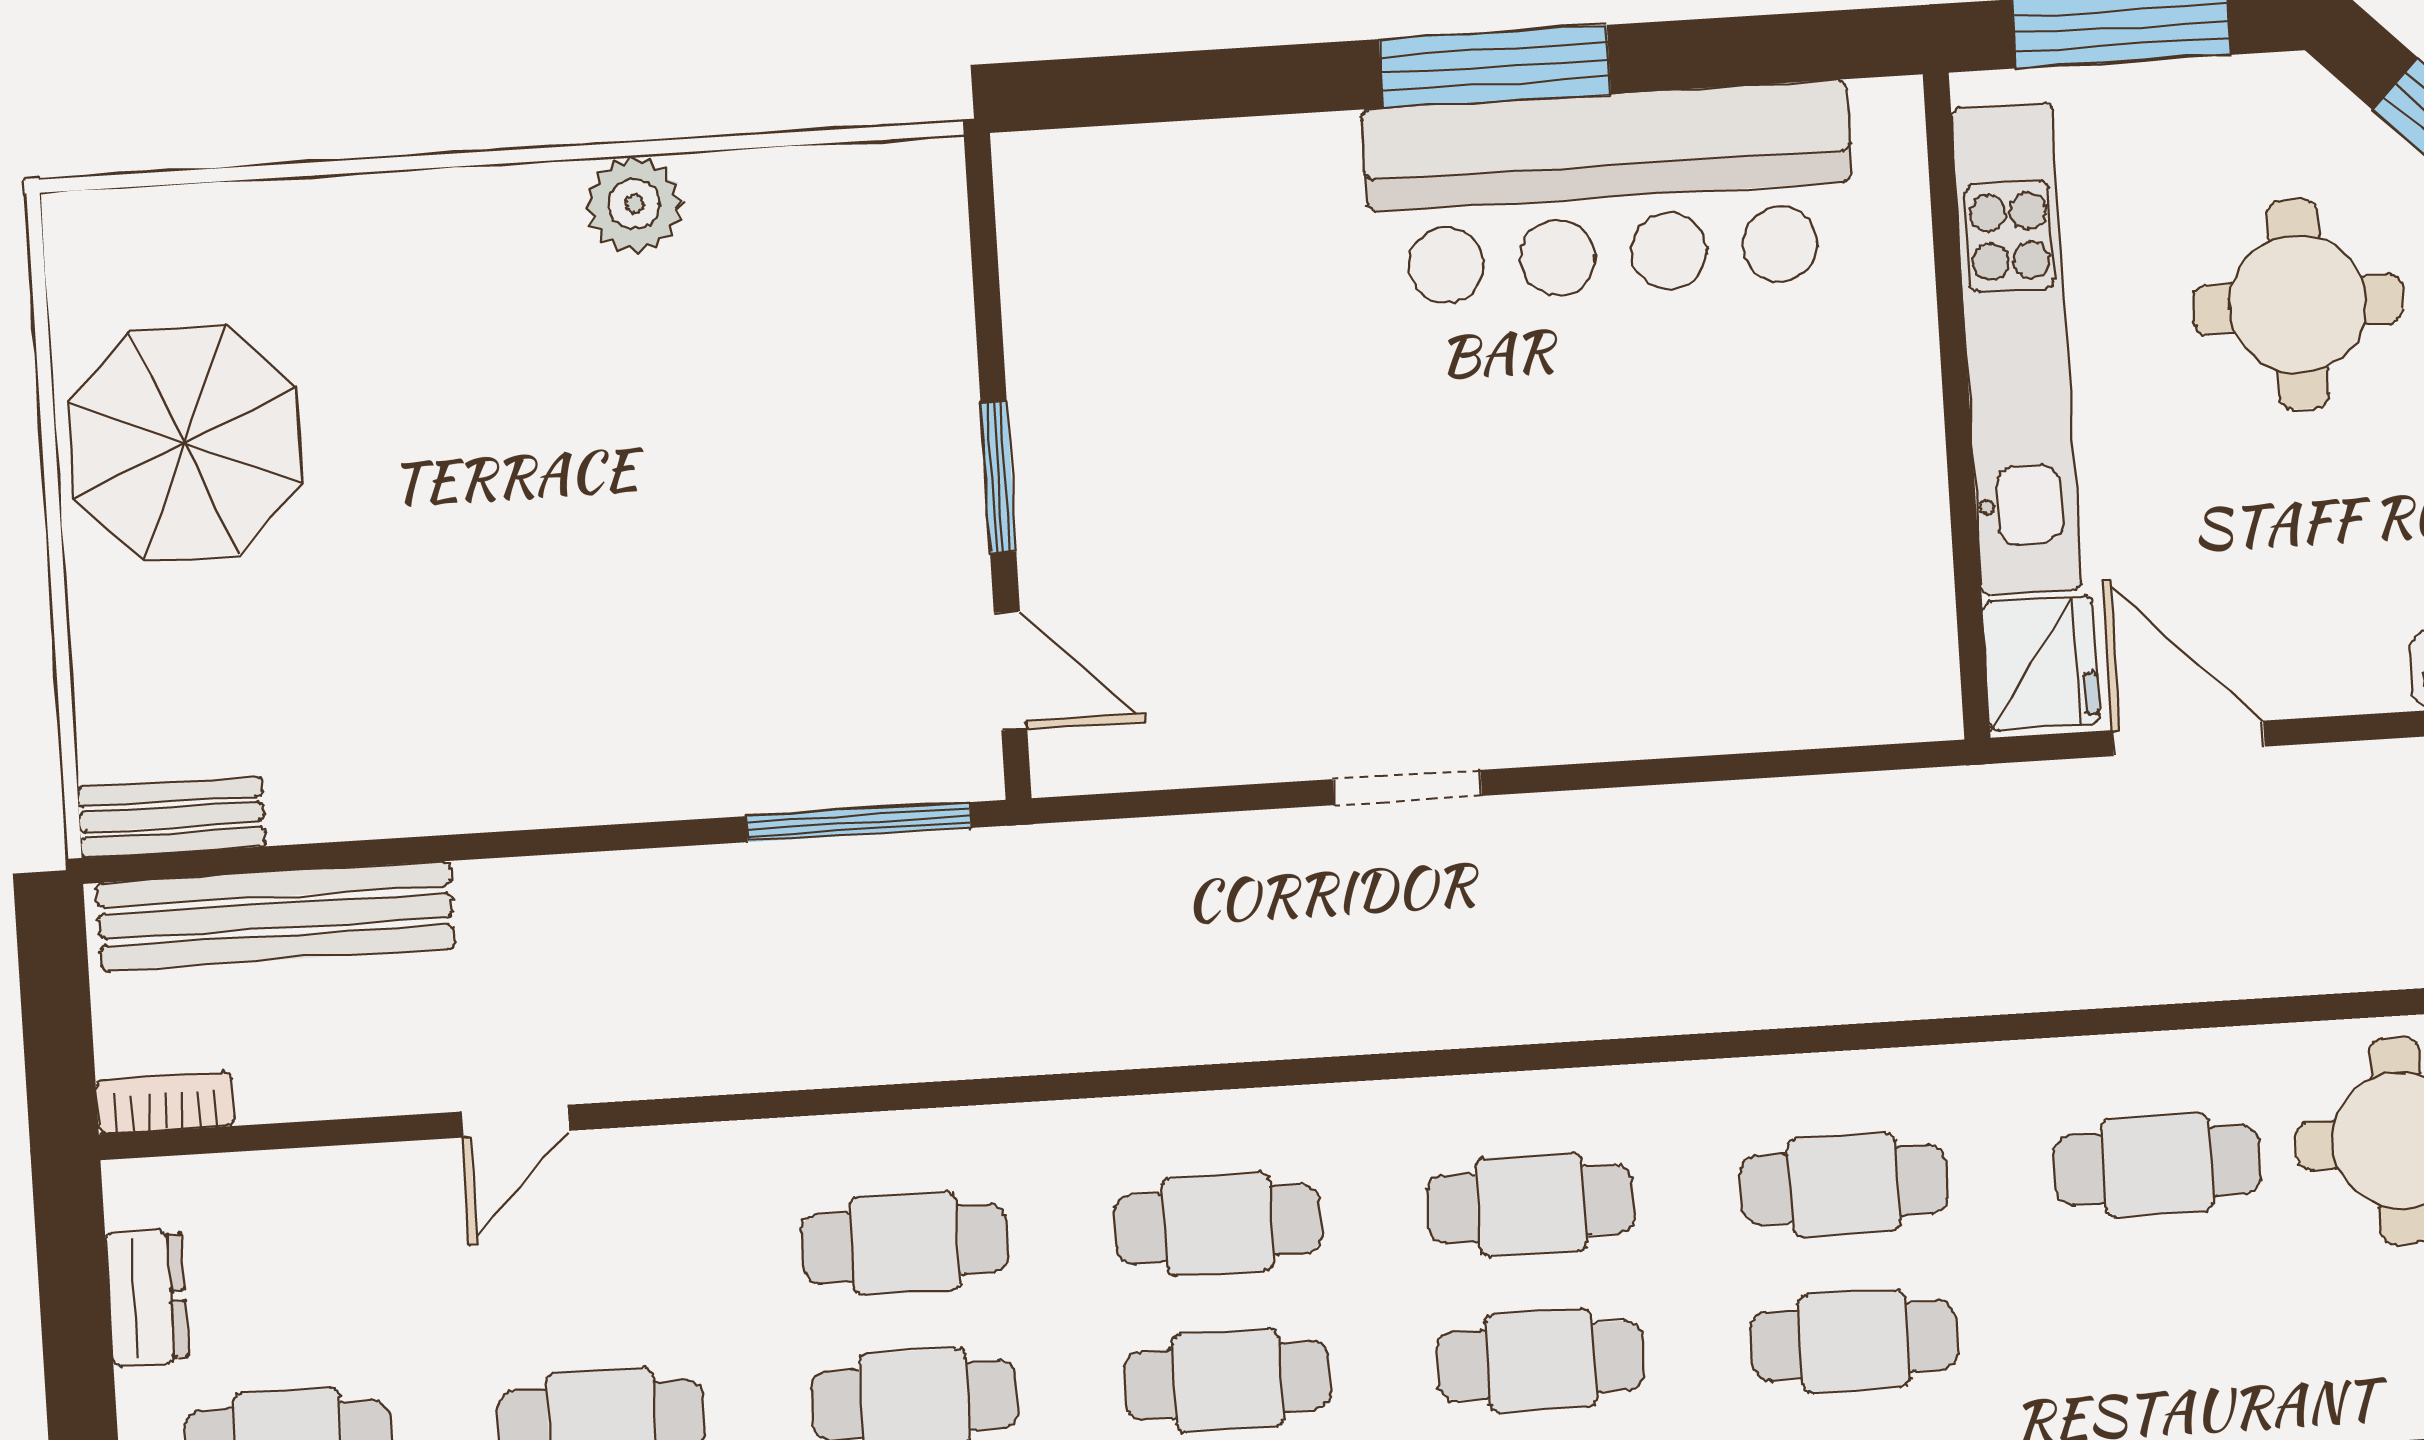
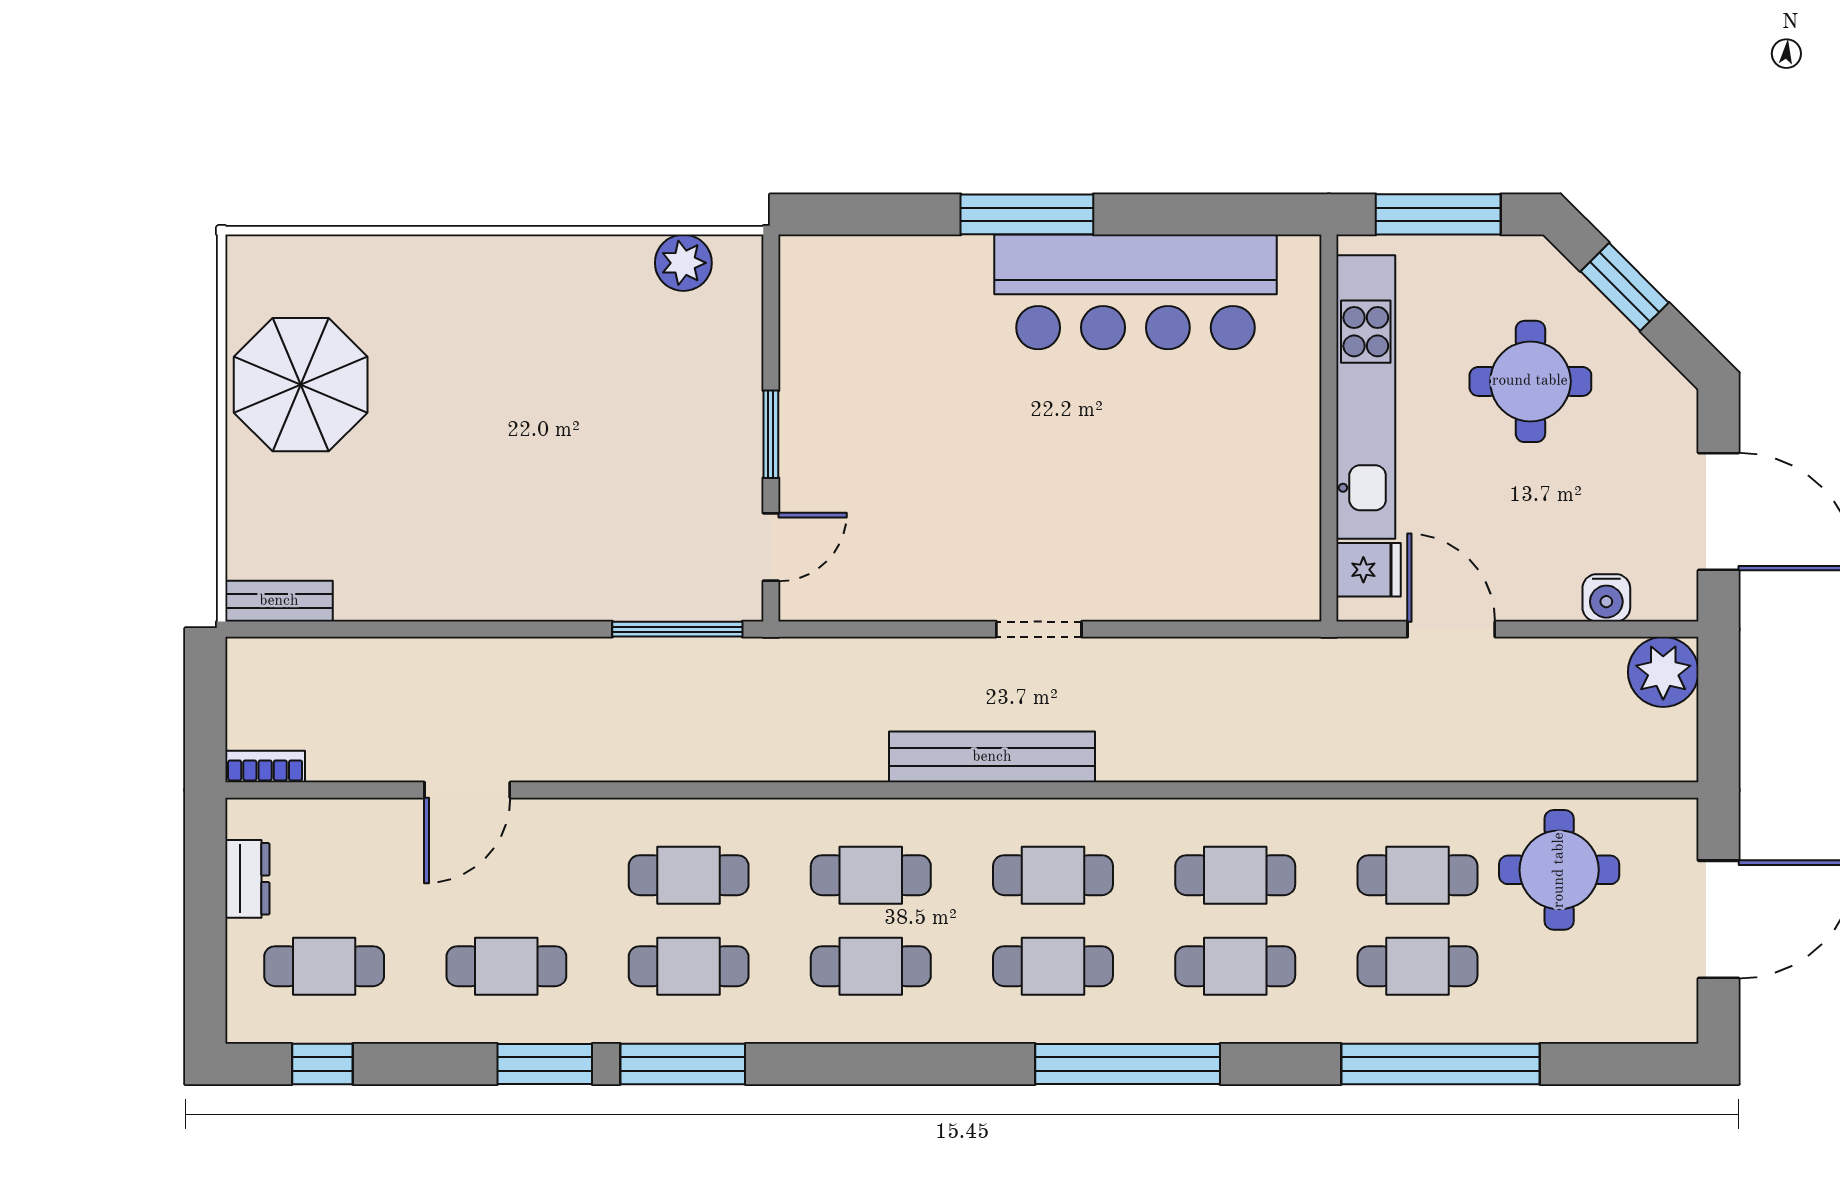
window: (1495, 67) -> (1027, 214), moved
plant: (634, 204) -> (683, 263), moved
fridge: (2041, 663) -> (1369, 570), width x0.72
door: (1011, 671) -> (771, 547), hinge flipped
doorway: (1407, 788) -> (1039, 629), moved
bench: (275, 916) -> (992, 757), moved
door: (515, 1121) -> (467, 790), width x1.38
cafe table: (2167, 1321) -> (1418, 966), added

